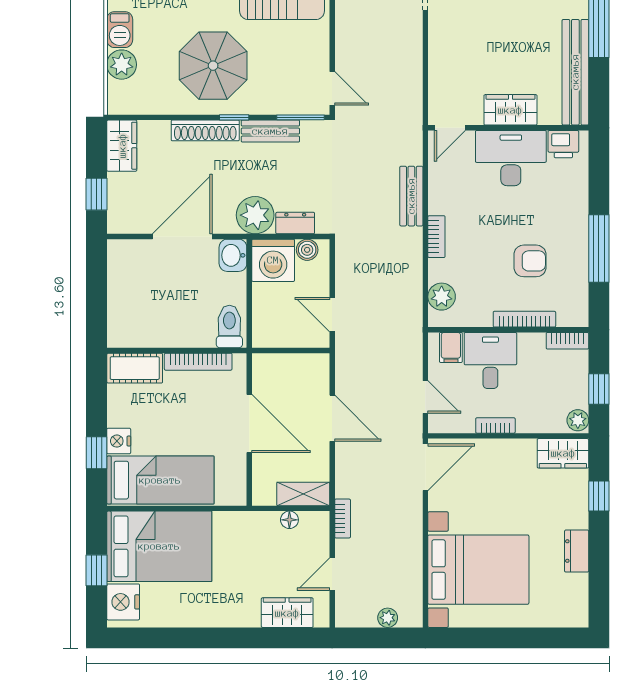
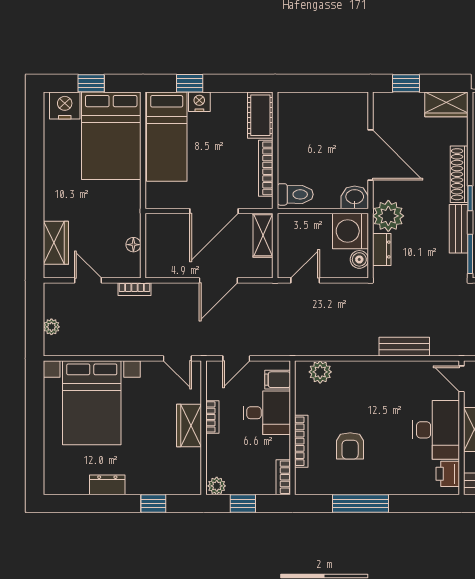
bookcase: (436, 237) -> (370, 368), removed
wardrobe: (563, 453) -> (189, 426), moved
door: (425, 467) -> (177, 358), width x0.73
shelving: (303, 494) -> (263, 235), moved

